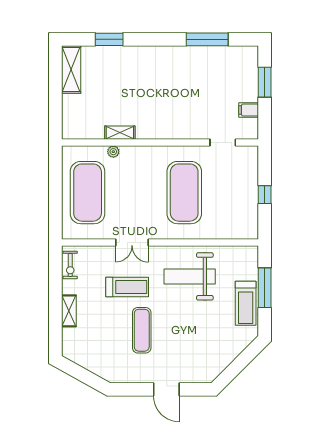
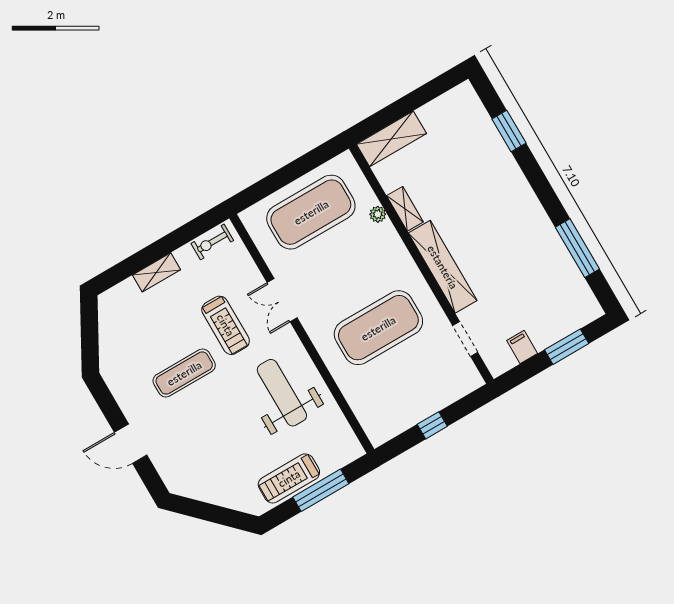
shelving: (71, 70) -> (391, 139), moved
shelving: (170, 130) -> (443, 267), added
door: (166, 389) -> (131, 444), hinge flipped

